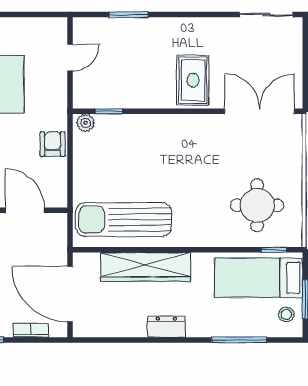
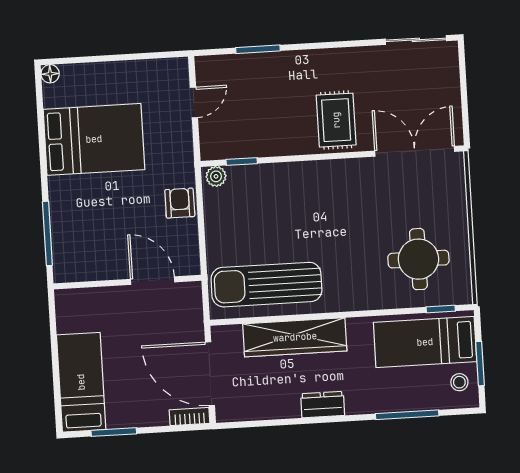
bookcase: (31, 330) -> (190, 417), moved

